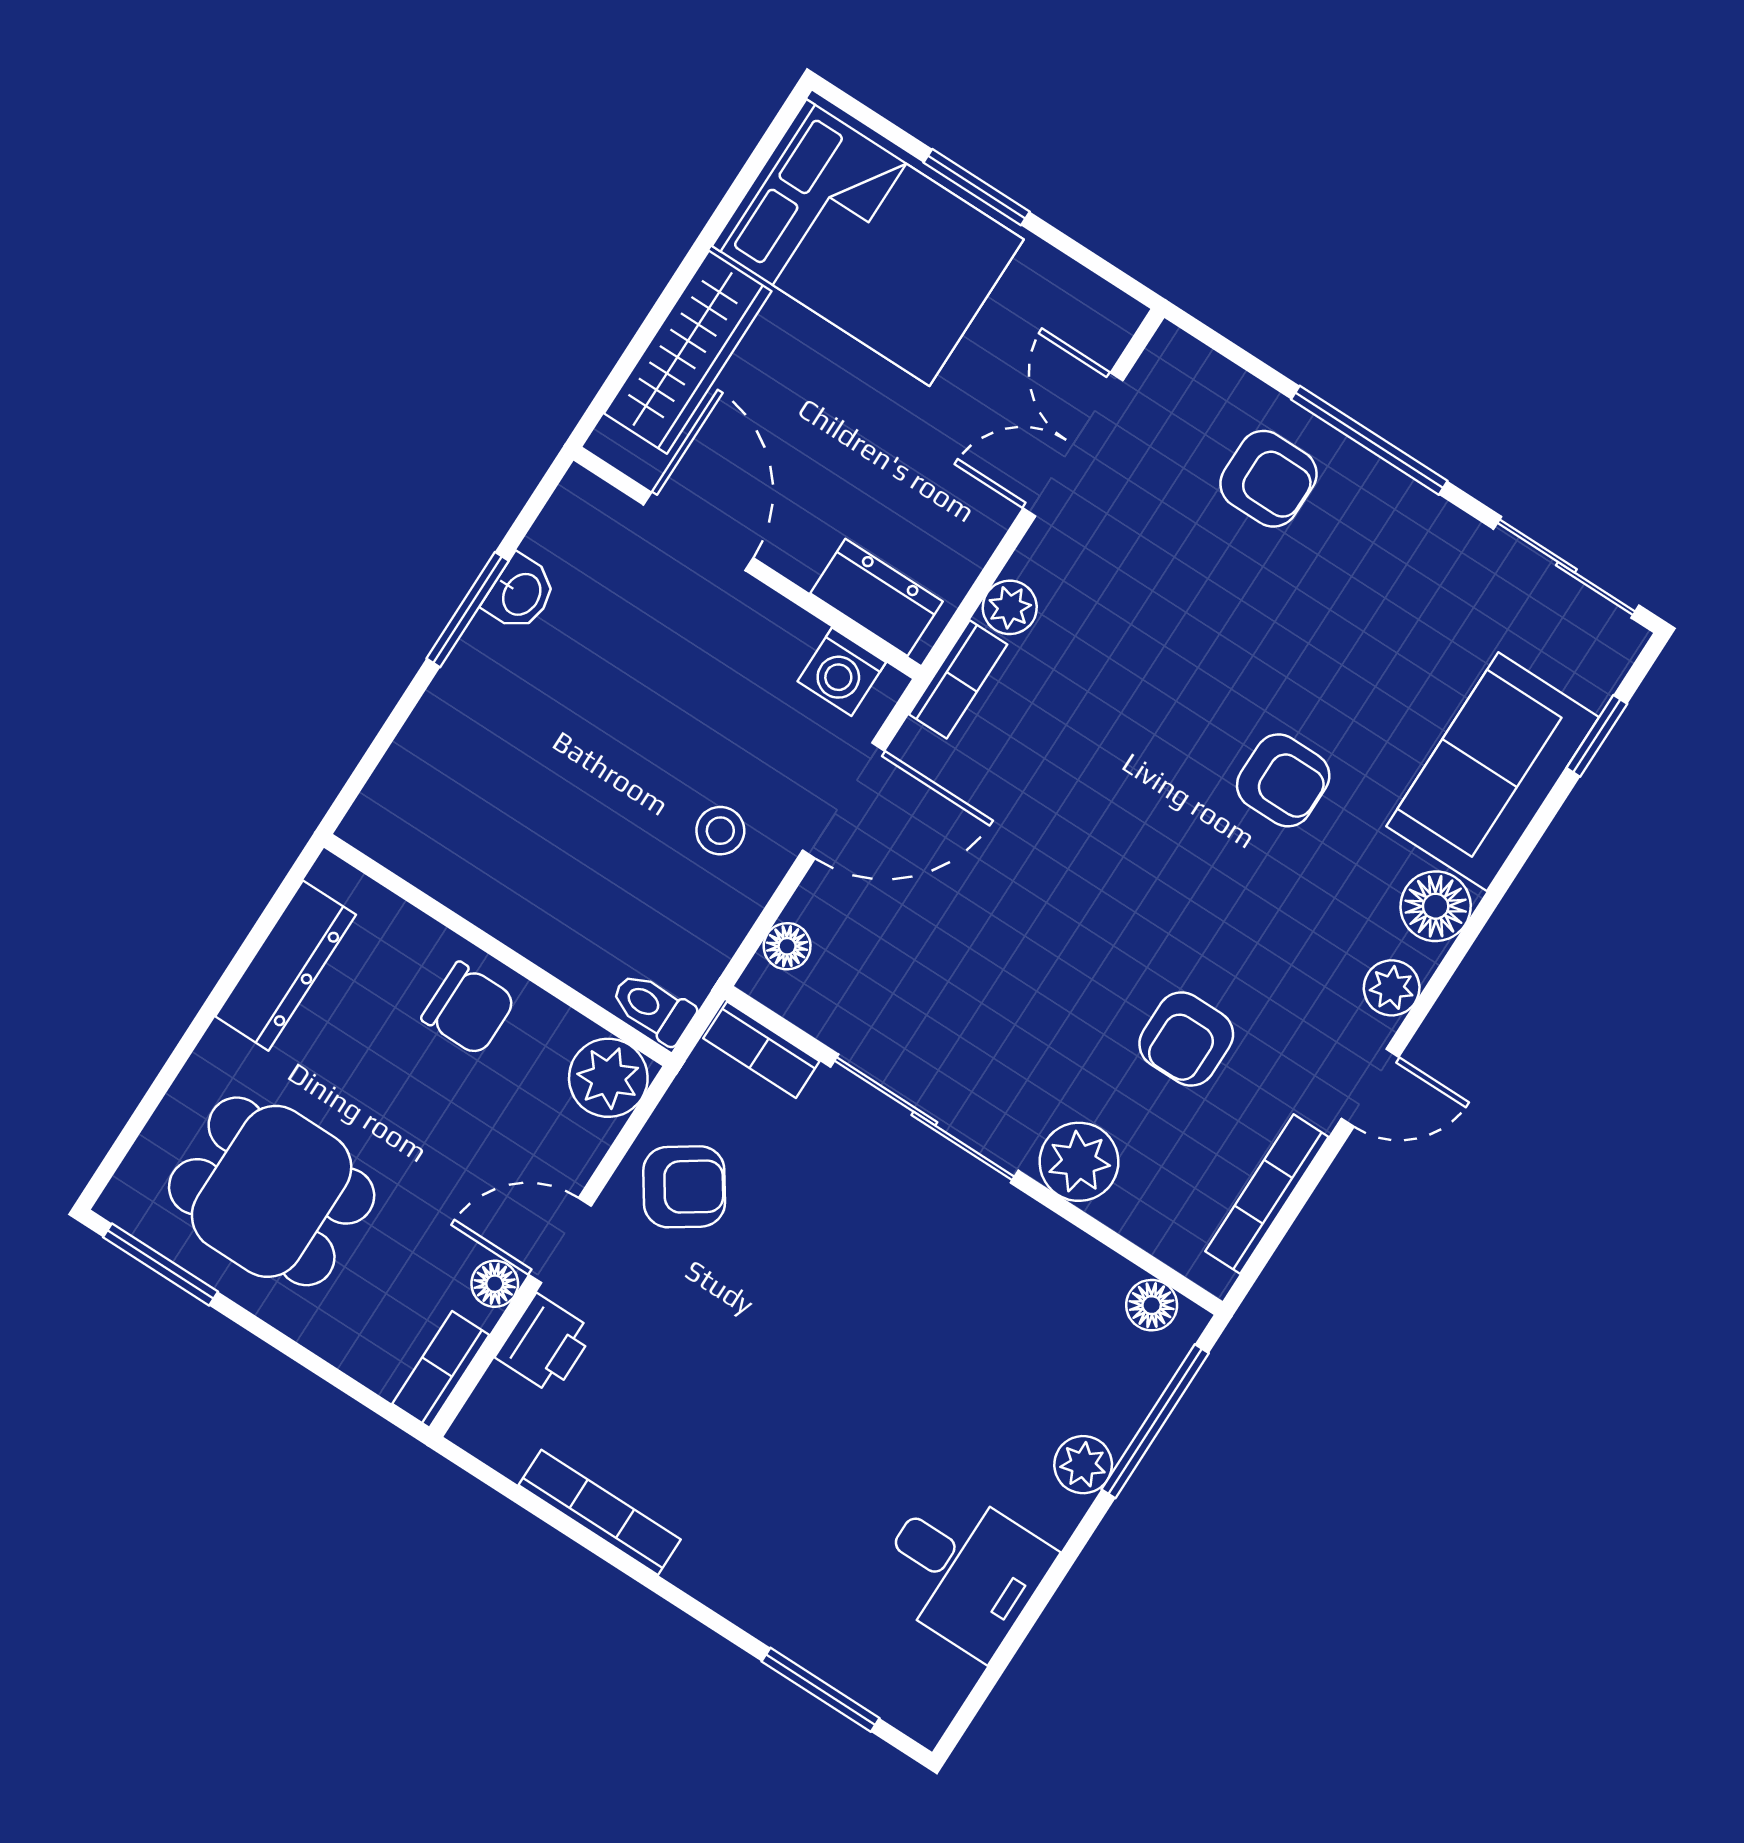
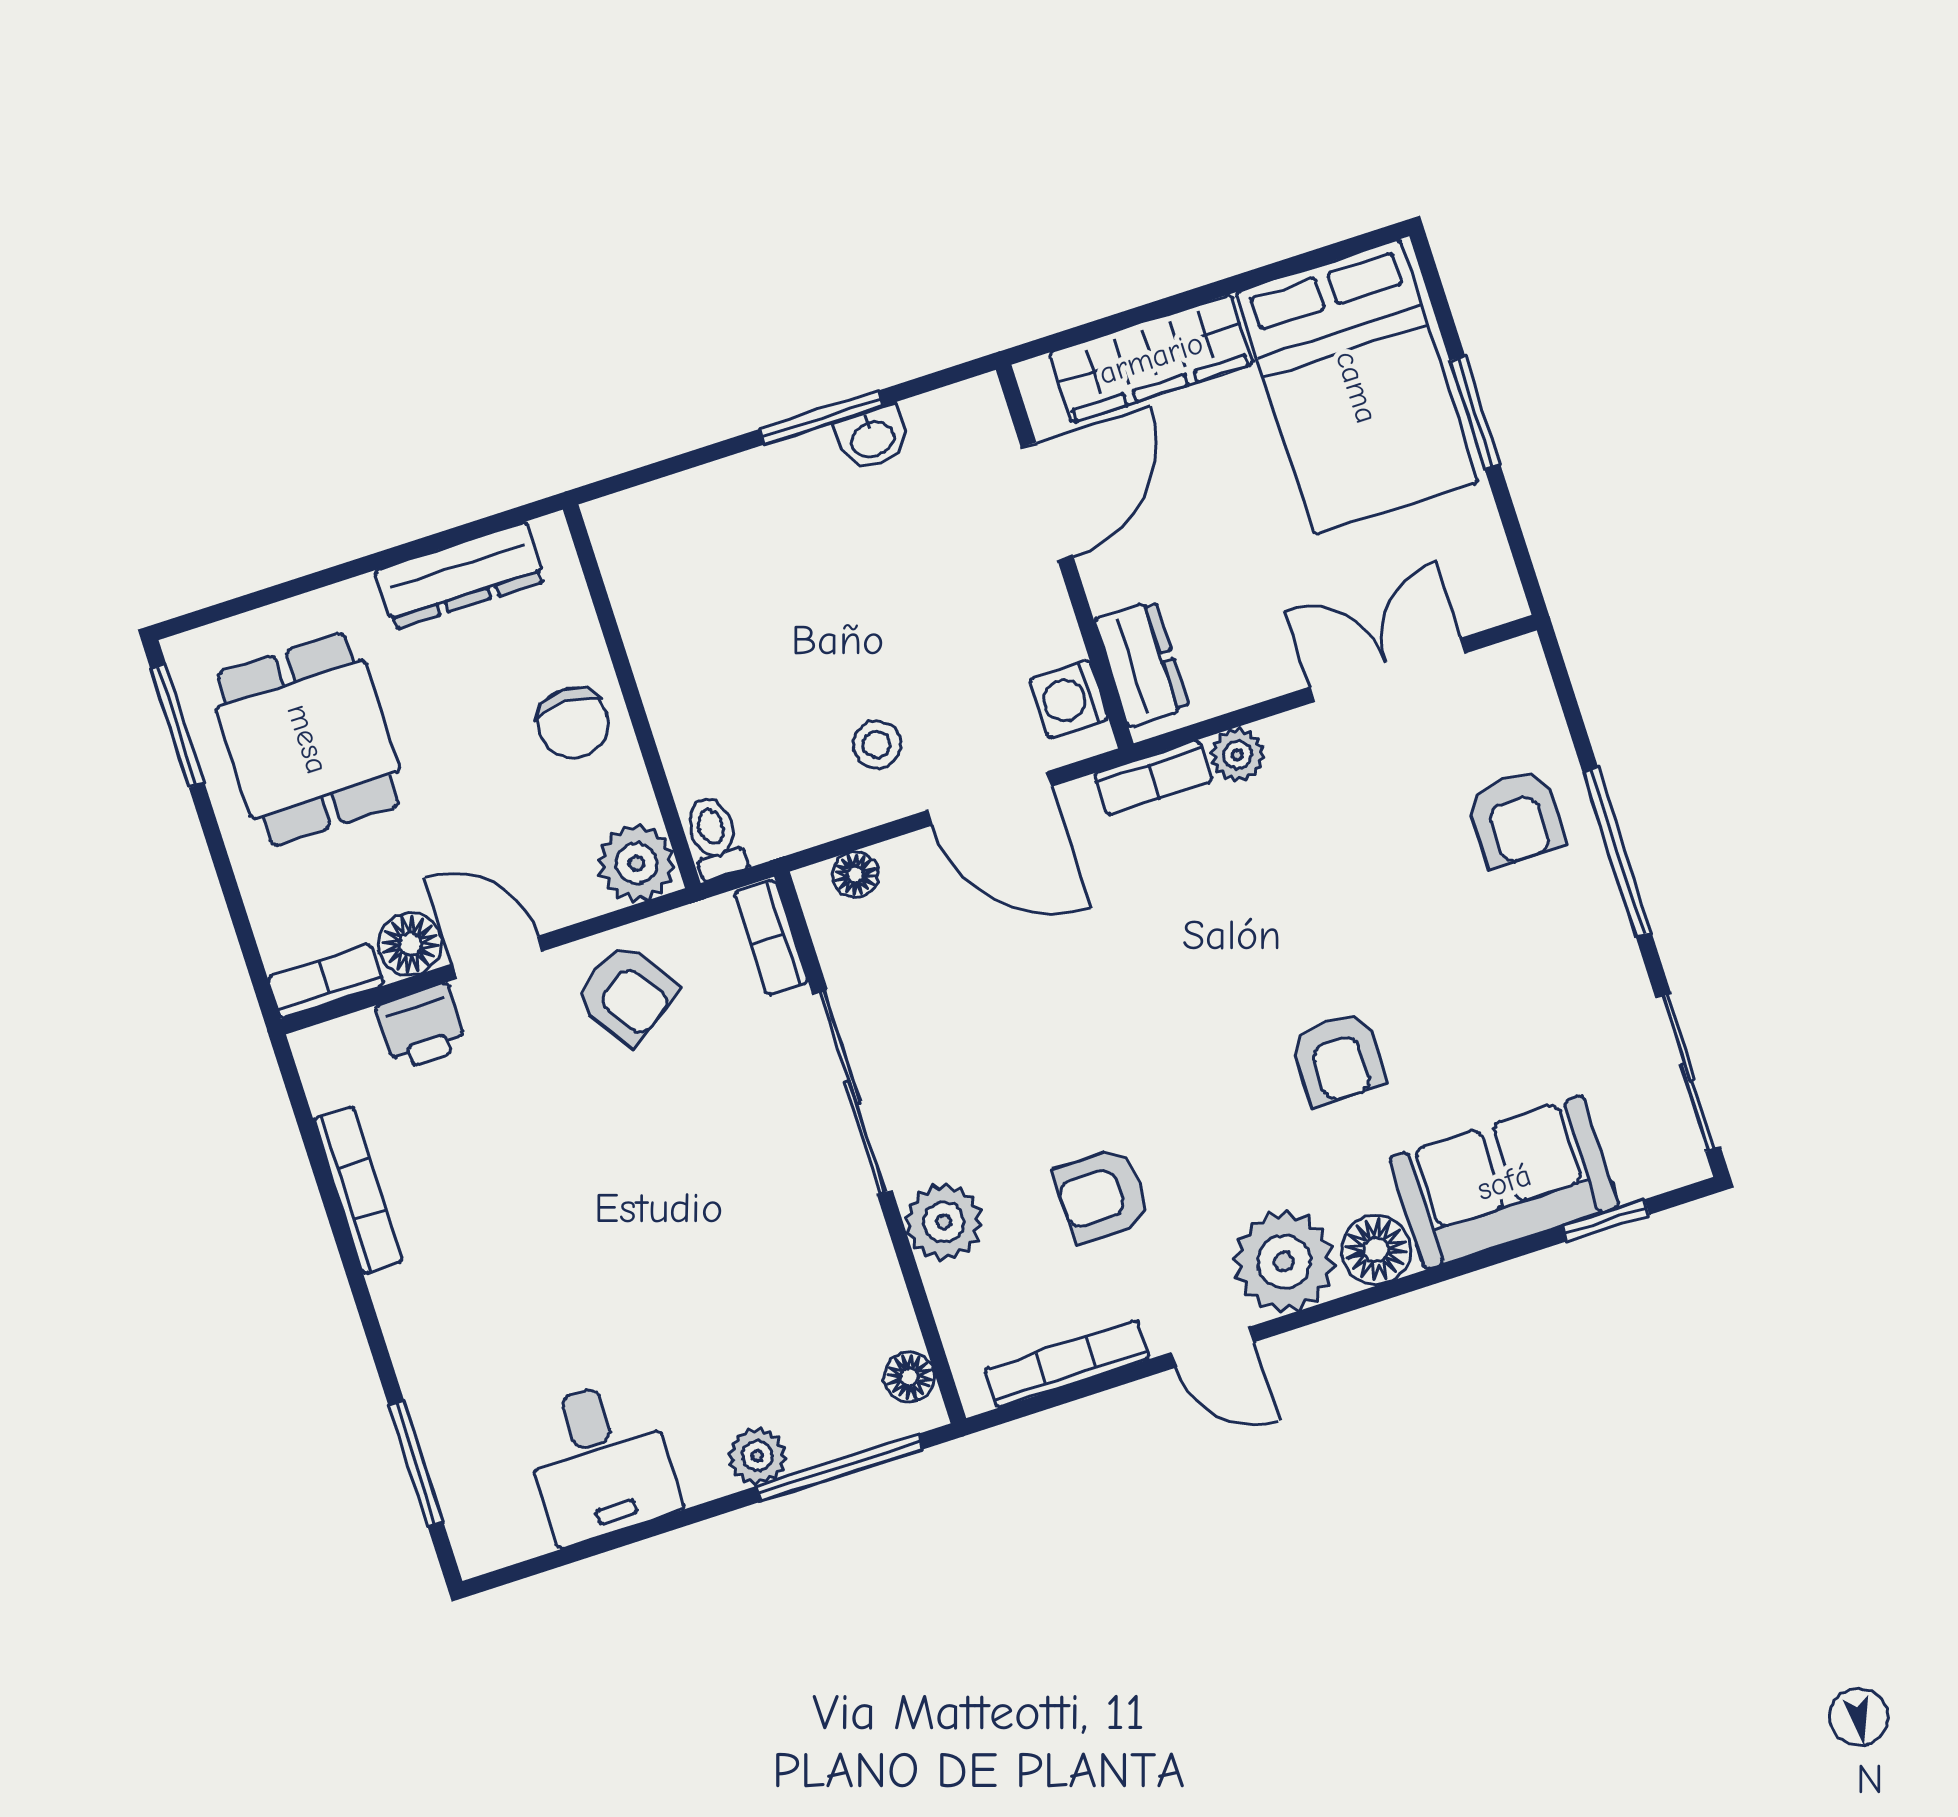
plant: (1392, 988) -> (1284, 1262), width x1.88, depth x1.88
floor lamp: (495, 1284) -> (410, 944), width x1.37, depth x1.37

